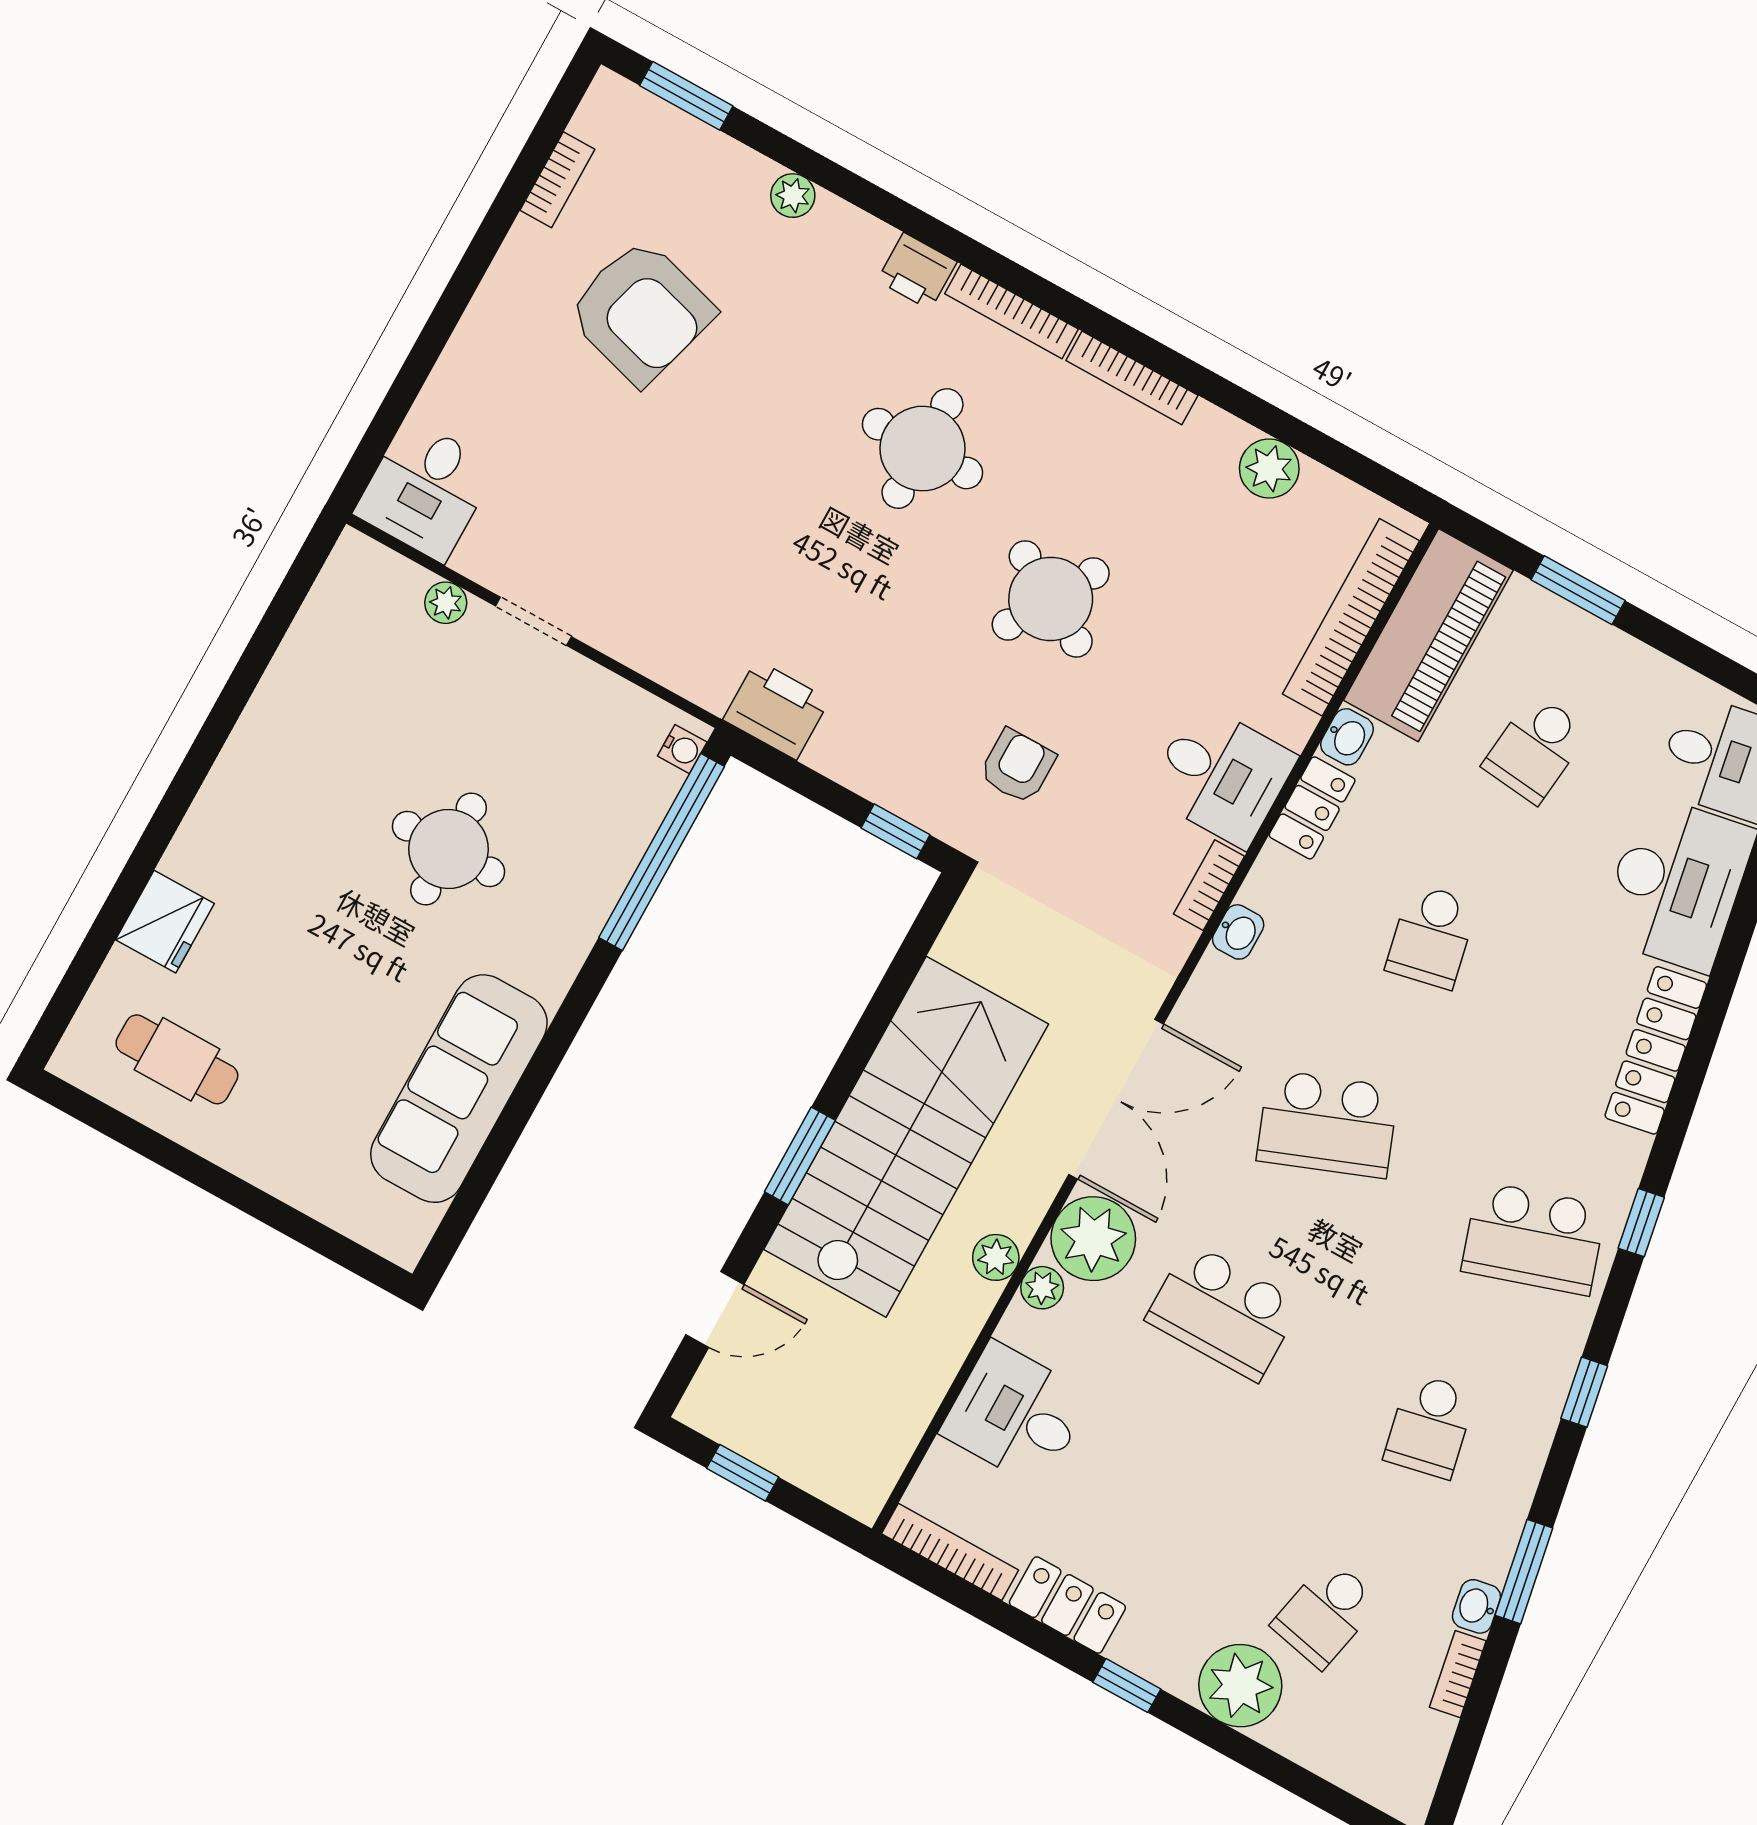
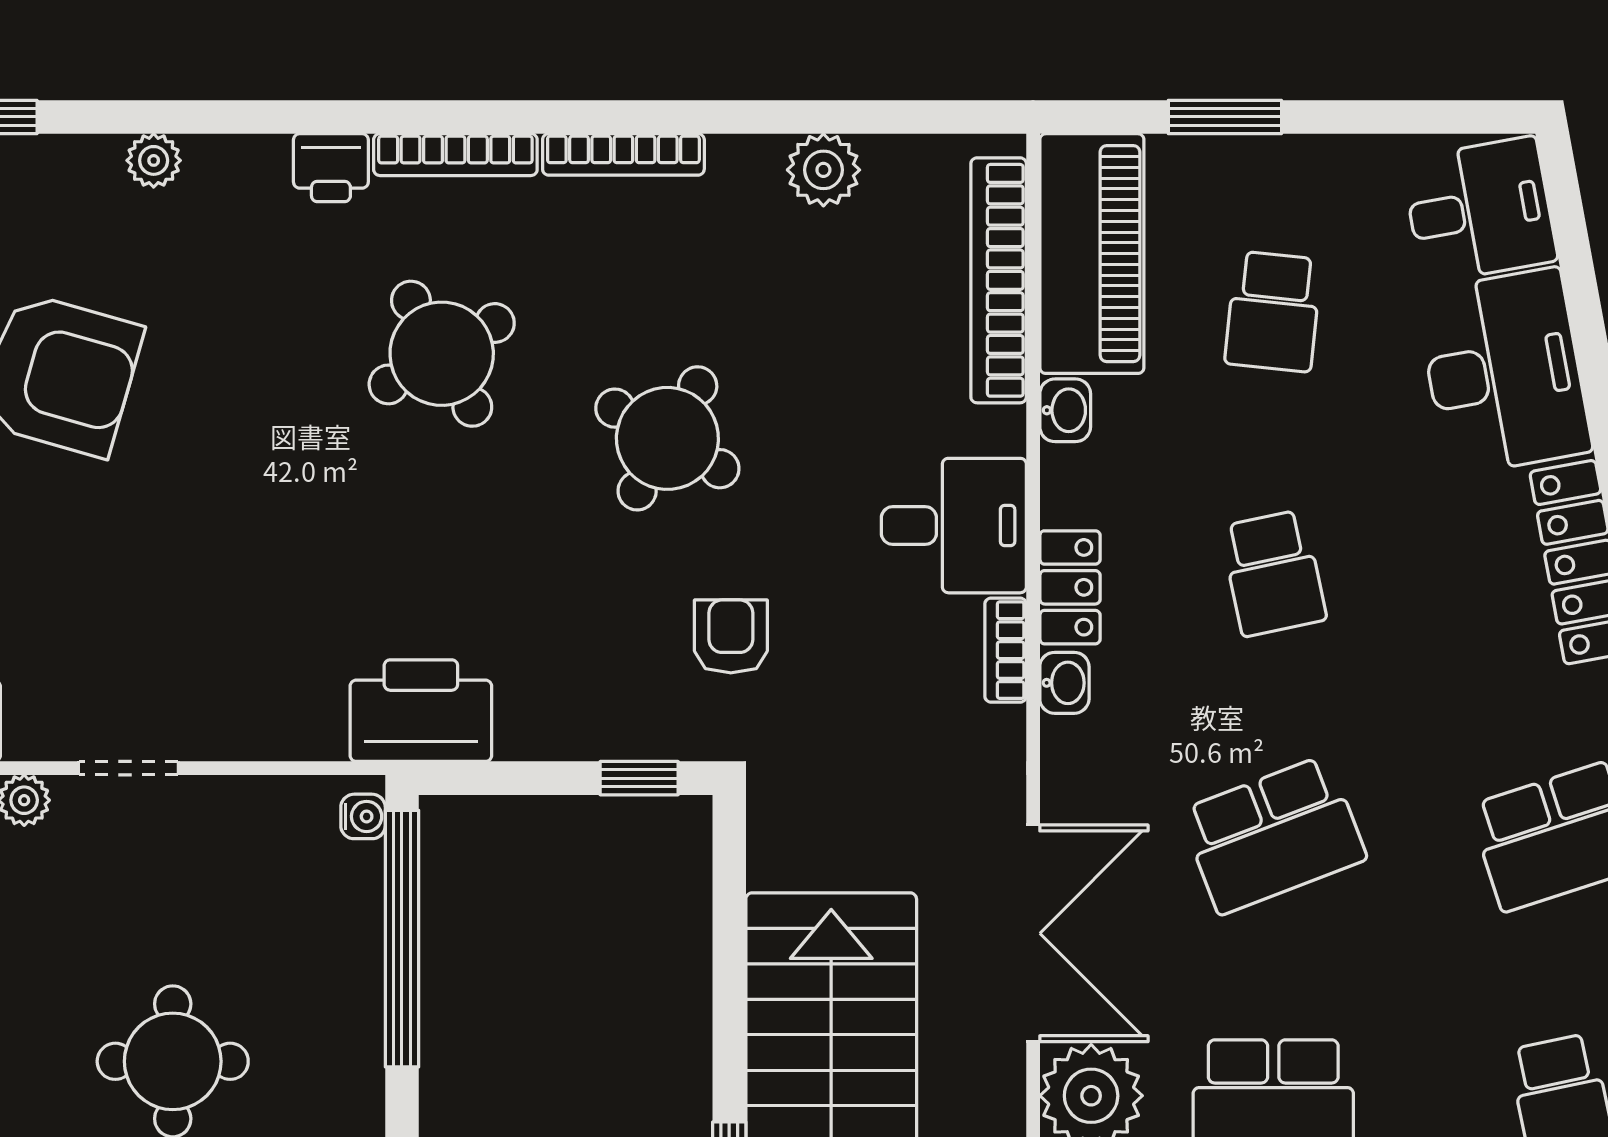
round table: (922, 449) -> (442, 354), turned -30
printer: (776, 710) -> (421, 711), width x1.37, depth x1.19
locker: (1312, 808) -> (1070, 587), moved

